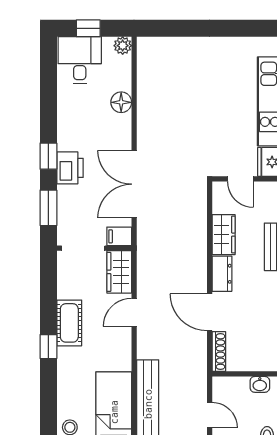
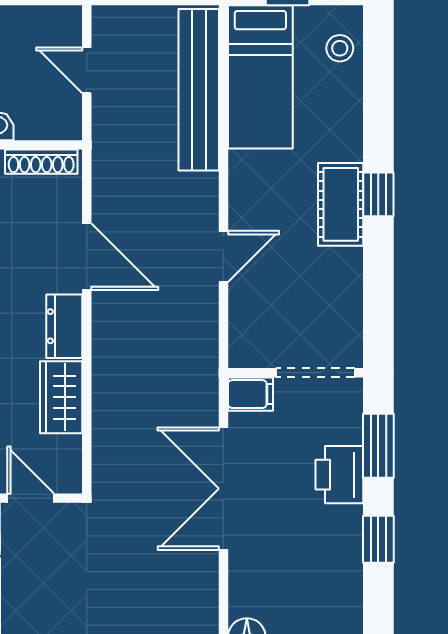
printer: (70, 168) -> (339, 475), moved
double door: (134, 184) -> (223, 489), swing flipped
wardrobe: (119, 272) -> (250, 330), removed
cot: (69, 323) -> (341, 204), moved
shoe rack: (219, 352) -> (41, 162), moved, turned -90

